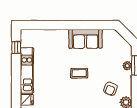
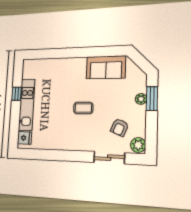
sofa: (86, 39) -> (106, 67), moved
window: (16, 47) -> (17, 94), moved

